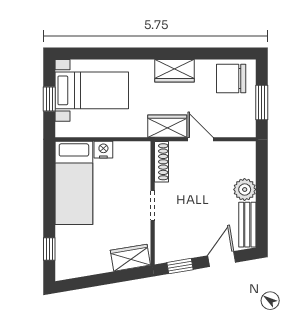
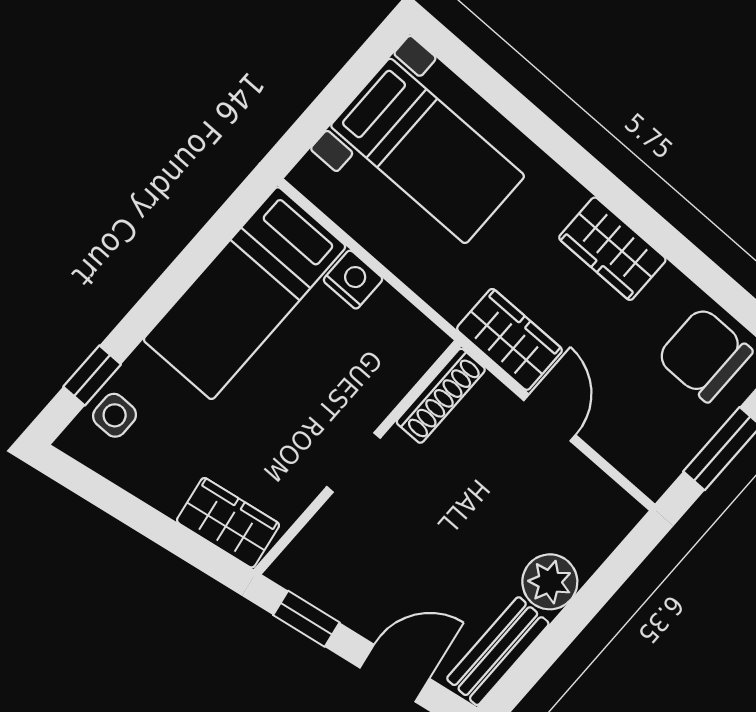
window: (49, 99) -> (335, 98), removed
side table: (67, 255) -> (115, 415), added

